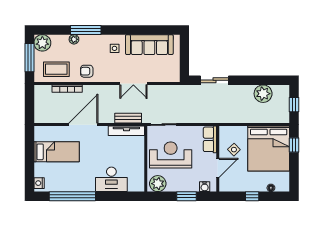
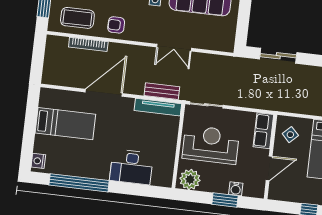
side table: (234, 150) -> (290, 135), moved
water cooler: (205, 187) -> (236, 189), moved

